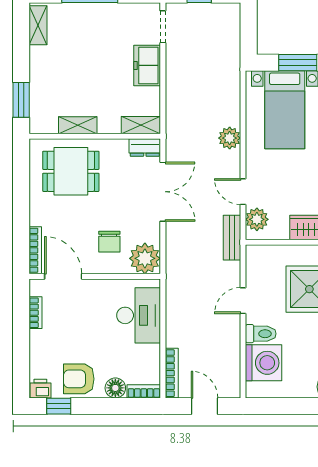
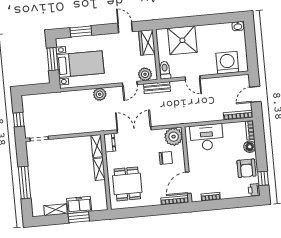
shelving: (38, 25) -> (56, 210), moved
freezer: (147, 65) -> (79, 205), moved, turned 180
window: (21, 100) -> (79, 217), moved
shelving: (78, 125) -> (99, 169), moved
toilet: (261, 334) -> (165, 70), moved

